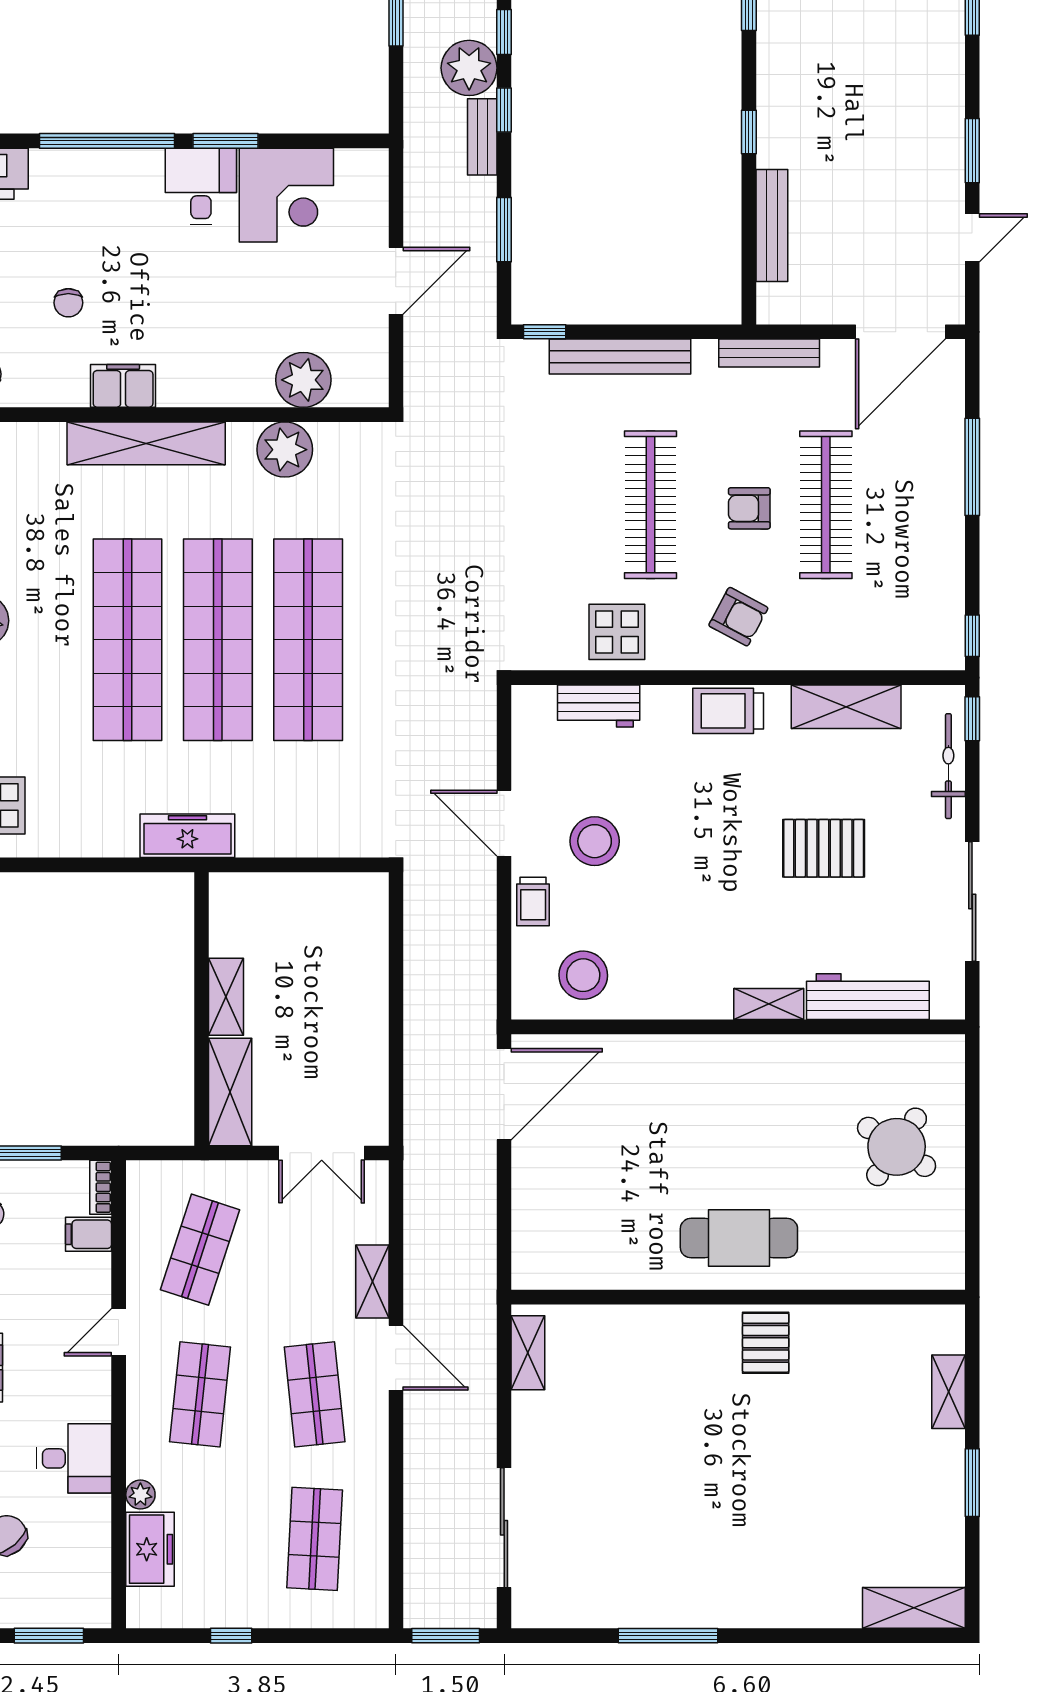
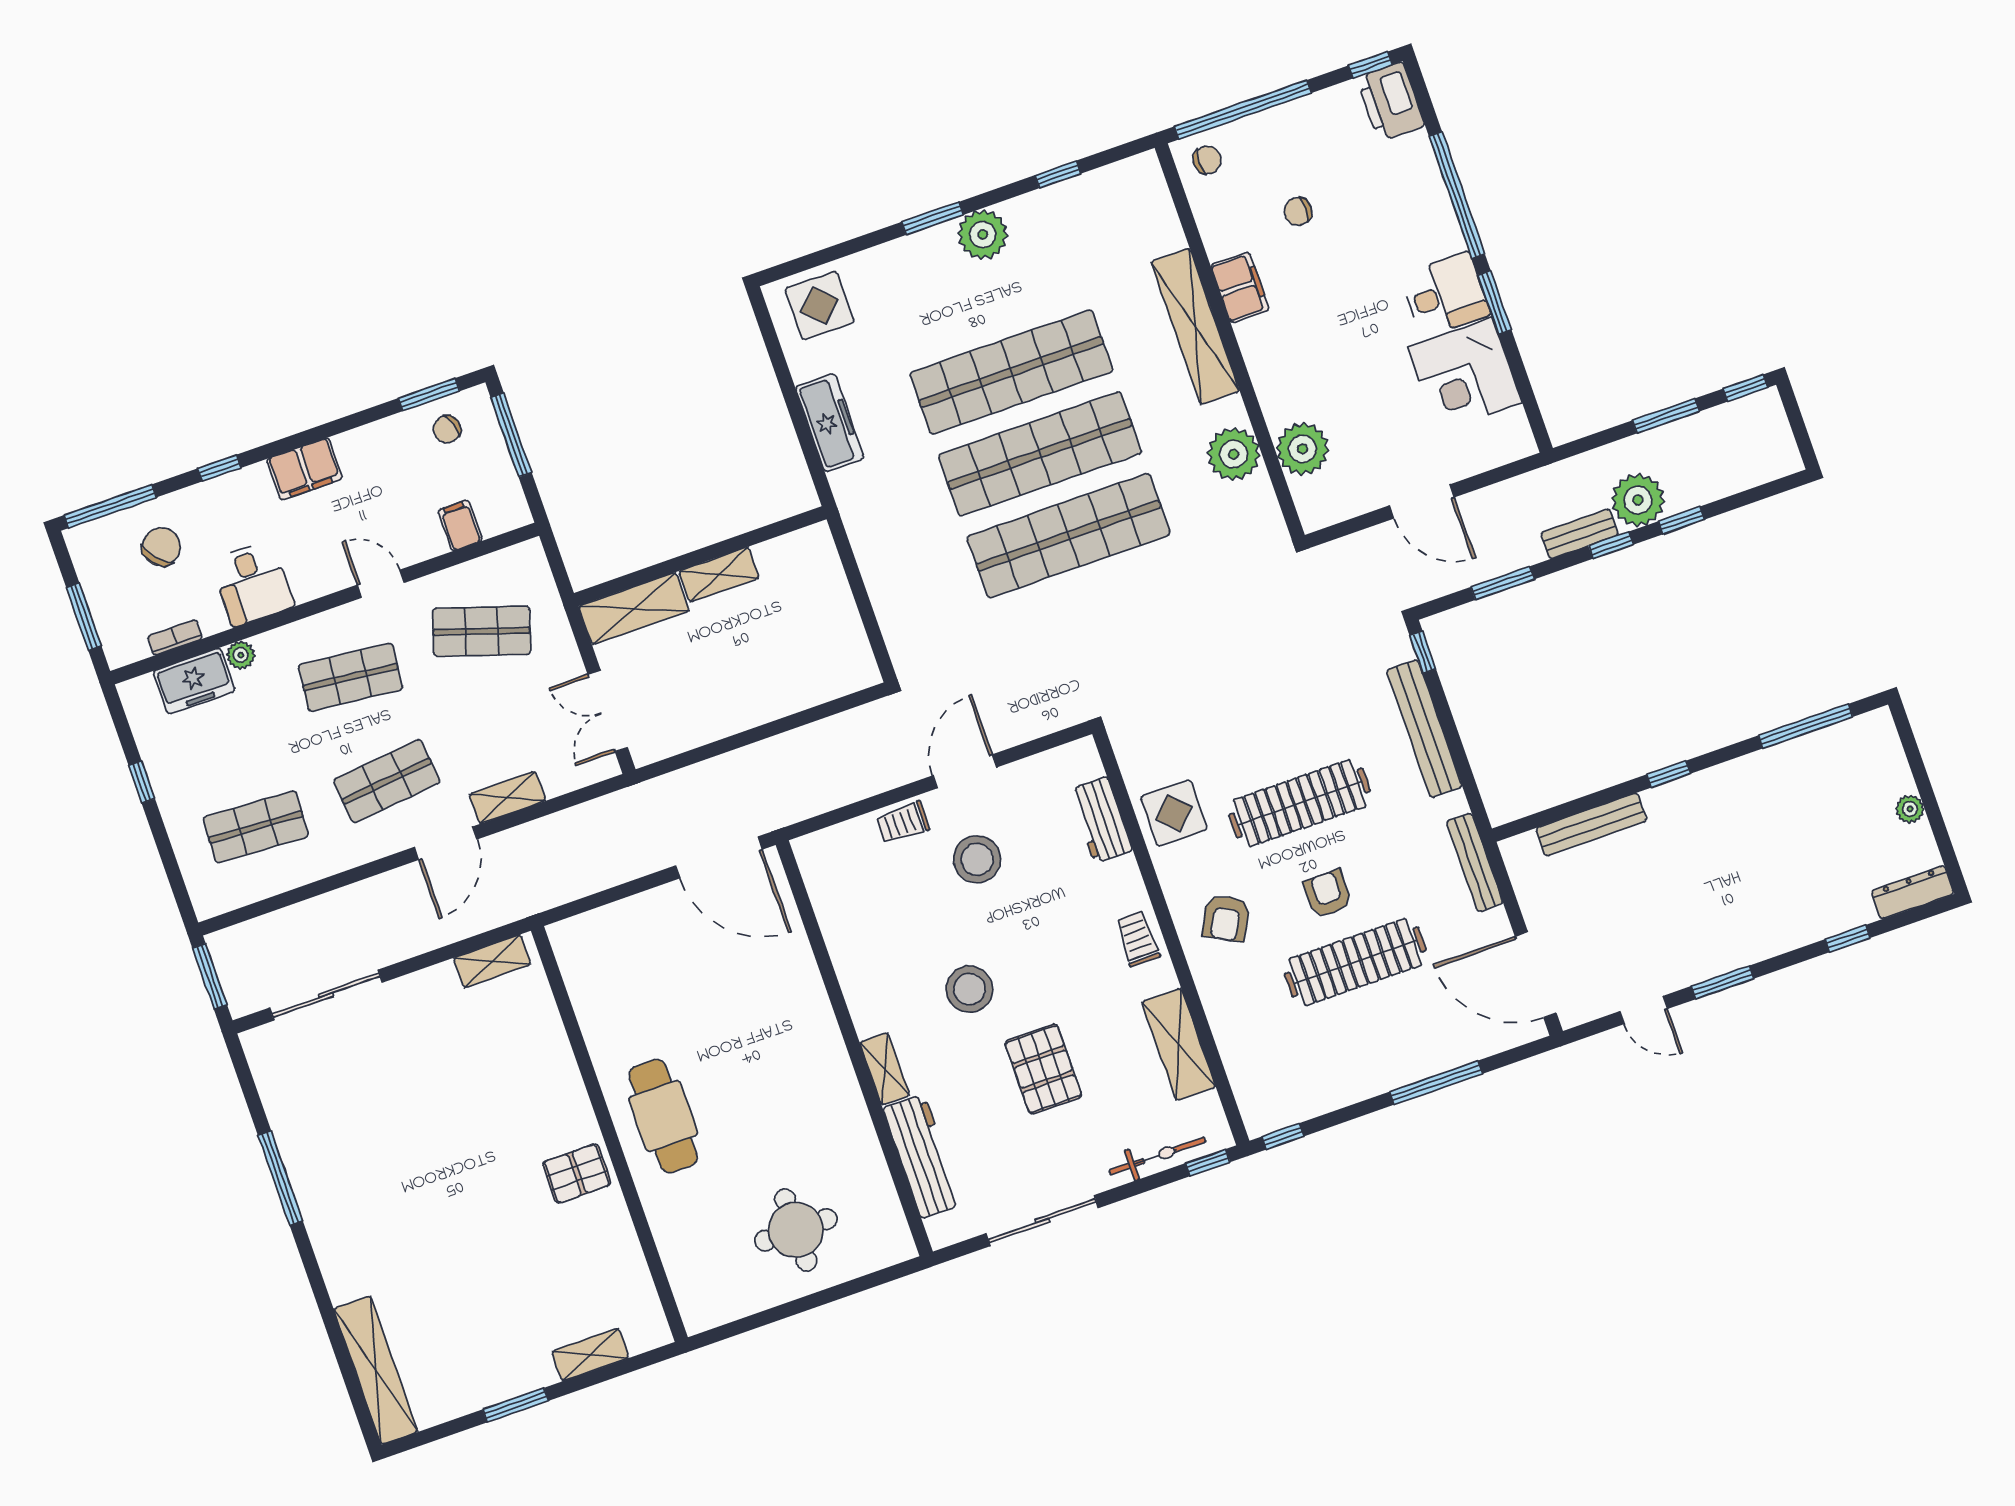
trolley: (728, 711) -> (1137, 939), width x0.73, depth x0.72
freezer: (187, 836) -> (830, 423), moved
stool: (583, 975) -> (969, 989), moved
round table: (897, 1147) -> (796, 1230), turned -34
bookcase: (101, 1187) -> (175, 638), moved
shelving: (914, 1608) -> (376, 1370), width x1.47

